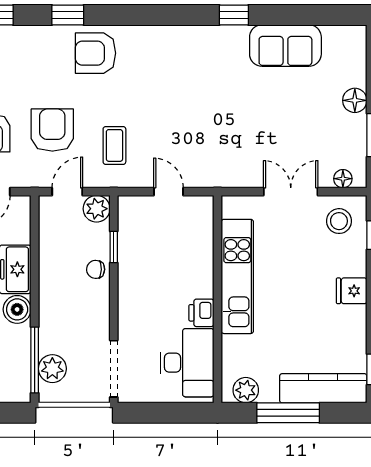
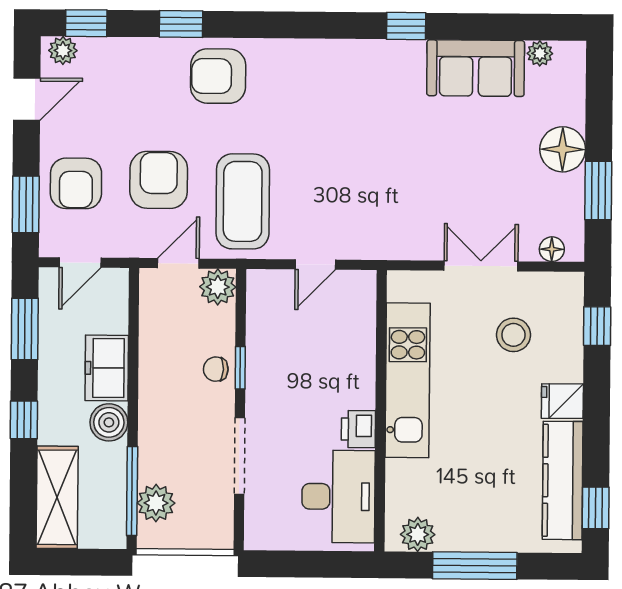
plant: (333, 34) -> (540, 53), added
floor lamp: (355, 100) -> (563, 149), width x1.38, depth x1.38
coffee table: (114, 145) -> (243, 201), width x1.86, depth x1.72
door: (168, 192) -> (315, 265), swing flipped
stool: (339, 221) -> (513, 335), moved
window: (114, 247) -> (240, 368), moved
doorway: (114, 369) -> (240, 456), moved
kitchen counter: (323, 388) -> (563, 480), moved, turned -90

